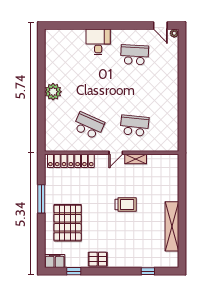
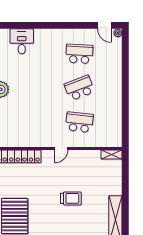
desk: (98, 42) -> (22, 41), moved
school desk: (89, 126) -> (79, 88), moved, turned -45
shelving: (136, 159) -> (112, 155), moved

